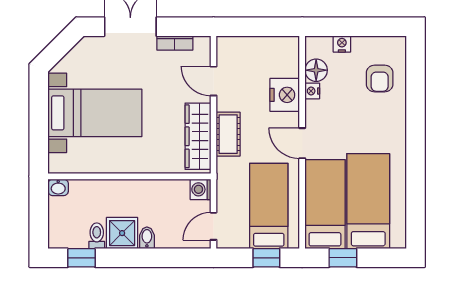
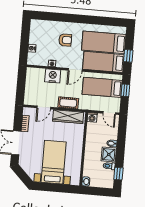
floor lamp: (316, 70) -> (43, 61), removed
armchair: (380, 78) -> (65, 40), moved

